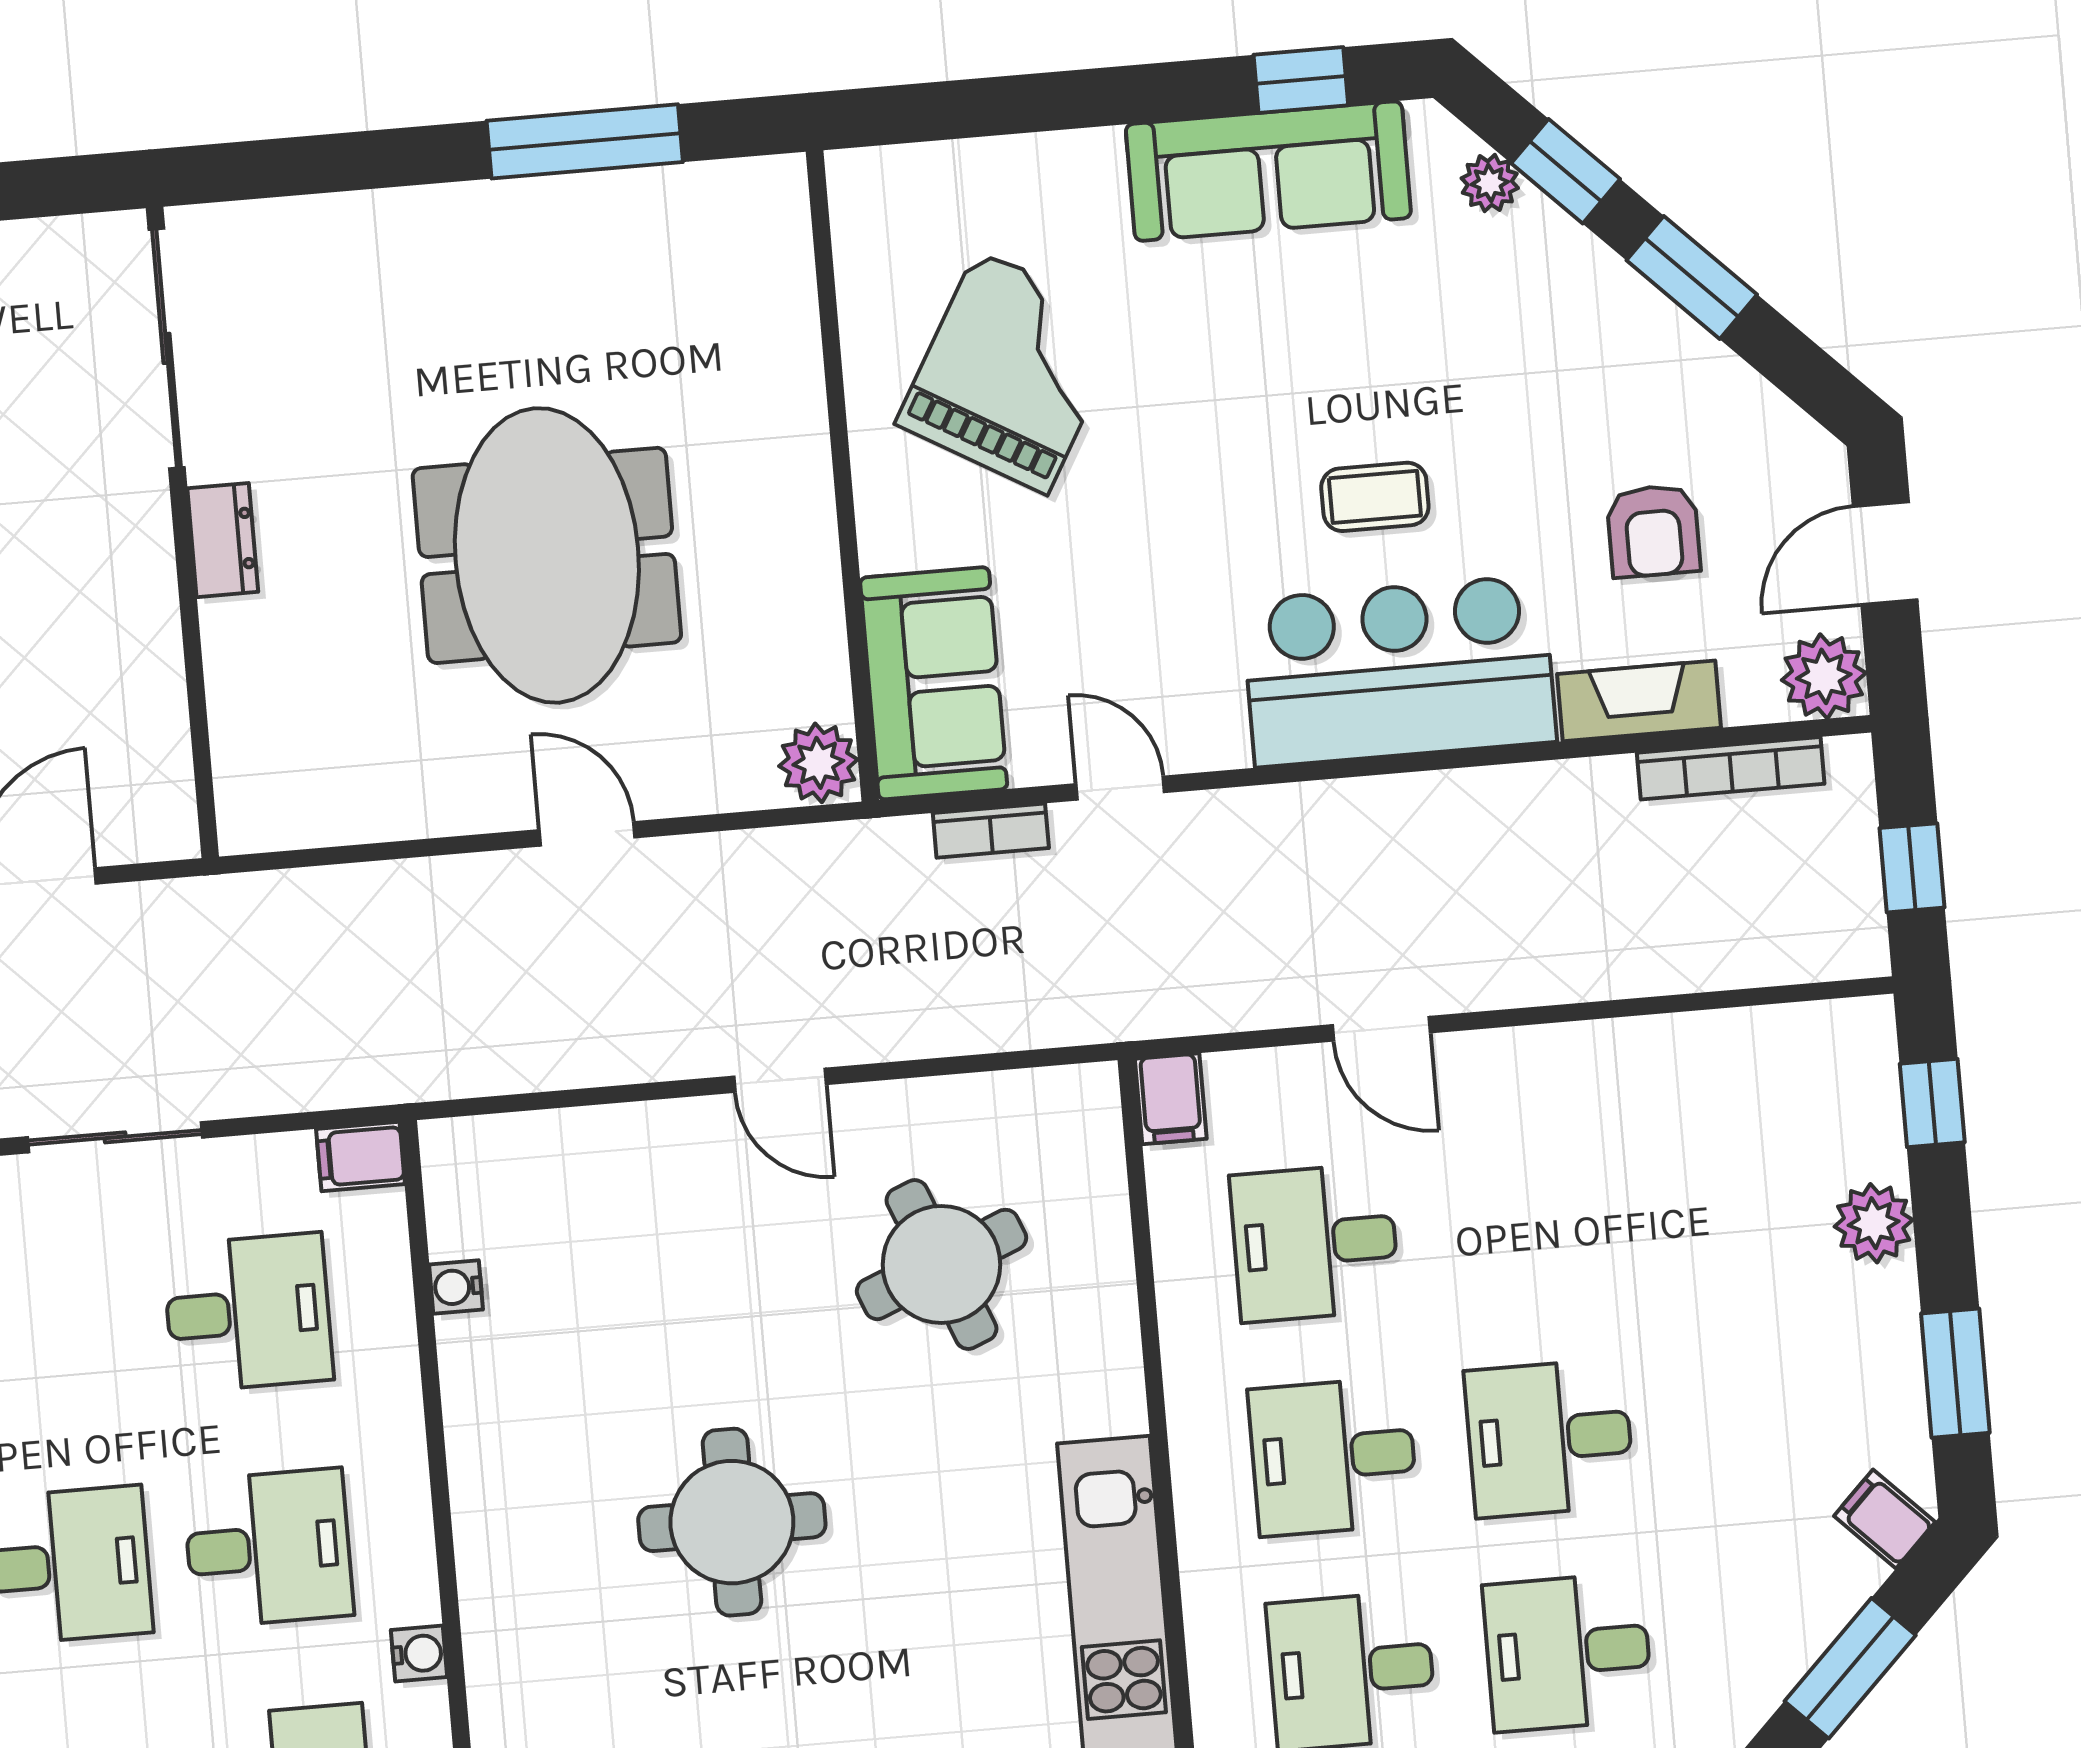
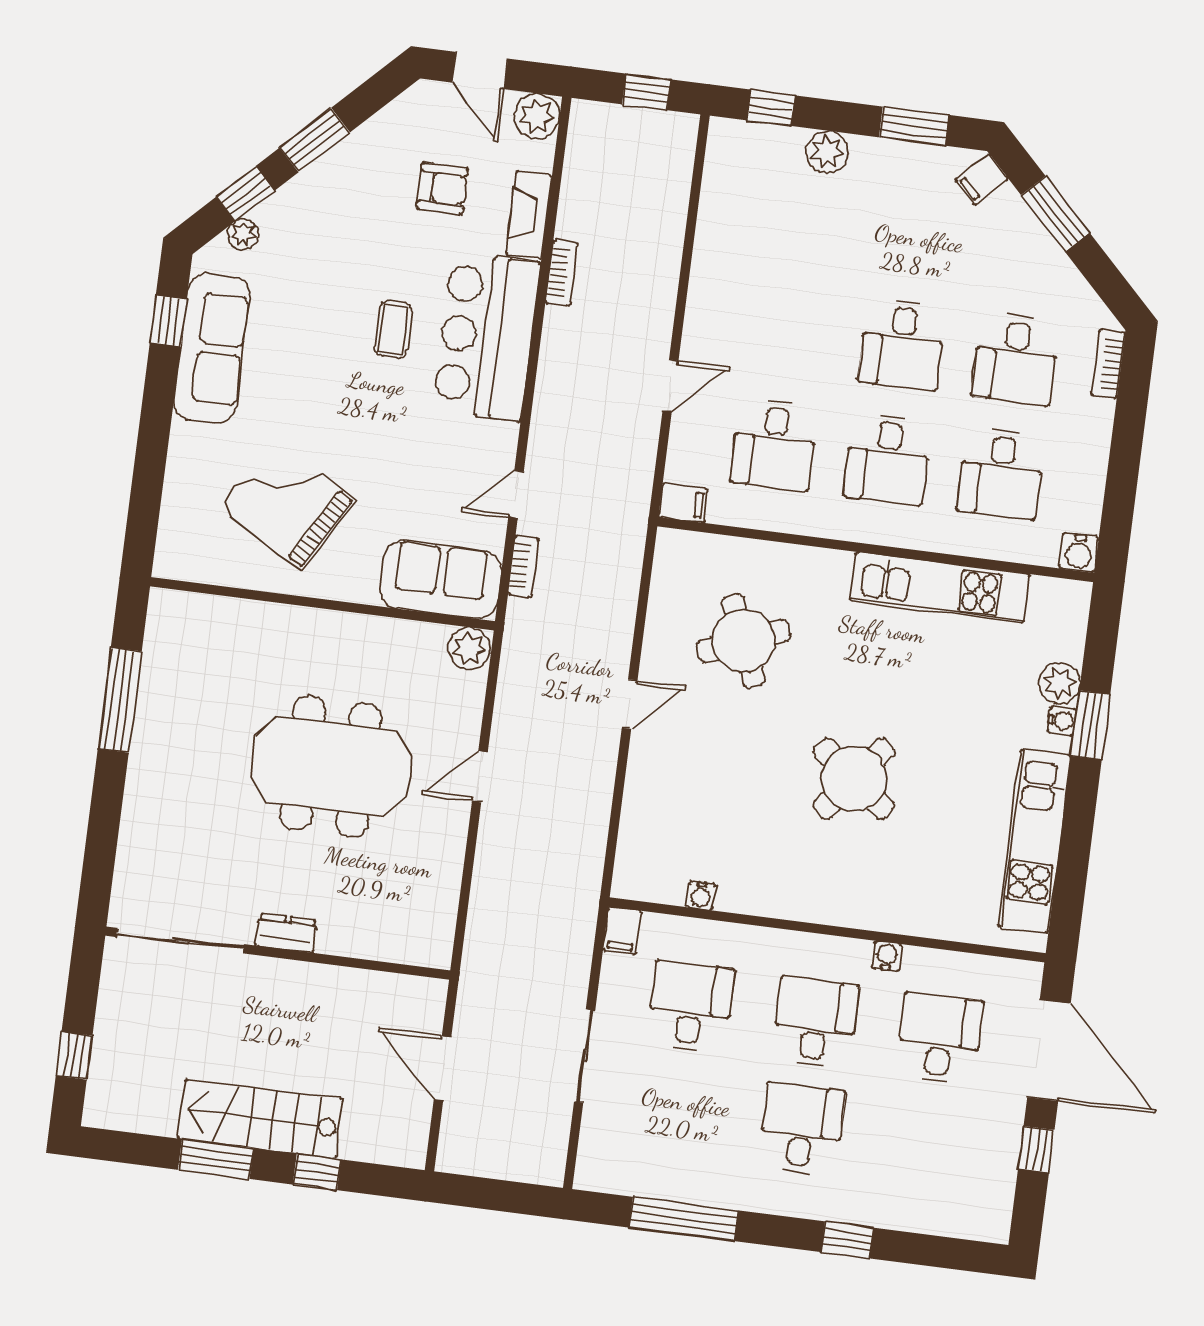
bookcase: (1731, 768) -> (562, 273), moved, width x0.64
round table: (732, 1522) -> (854, 779), turned 38

